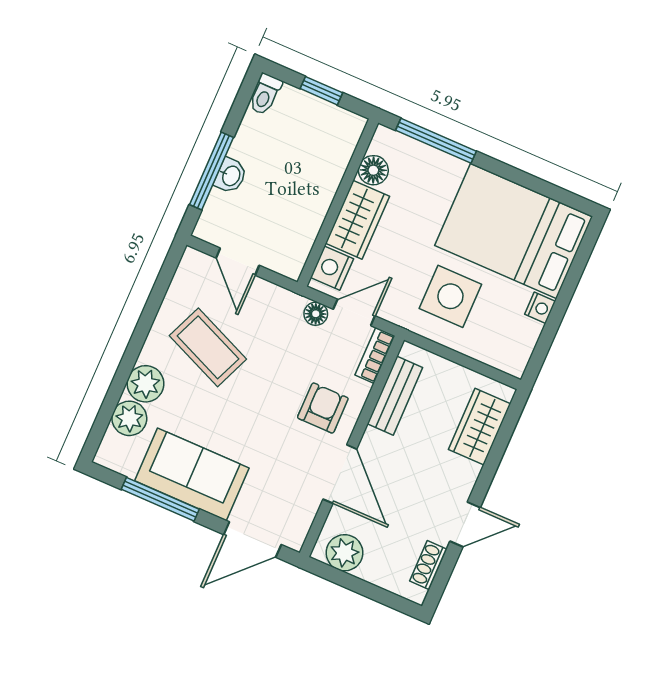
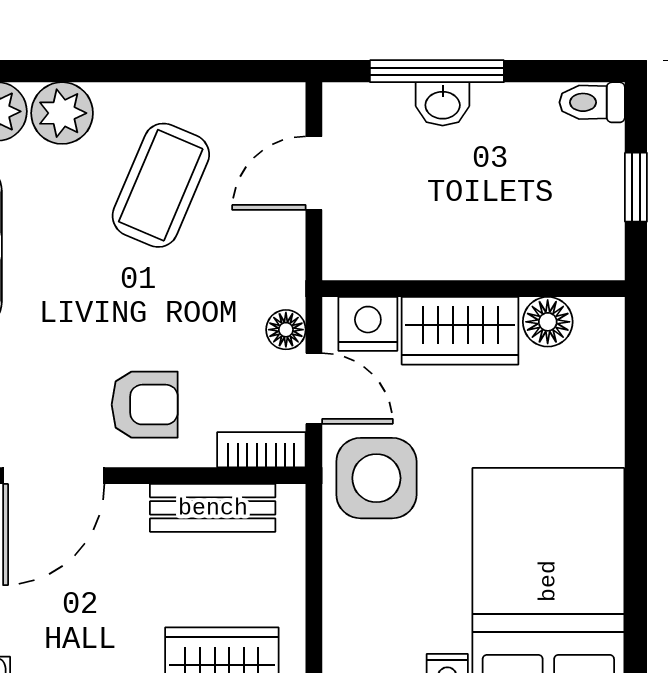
window: (436, 141) -> (636, 399), removed
side table: (450, 296) -> (376, 478), moved

